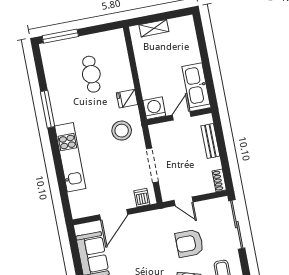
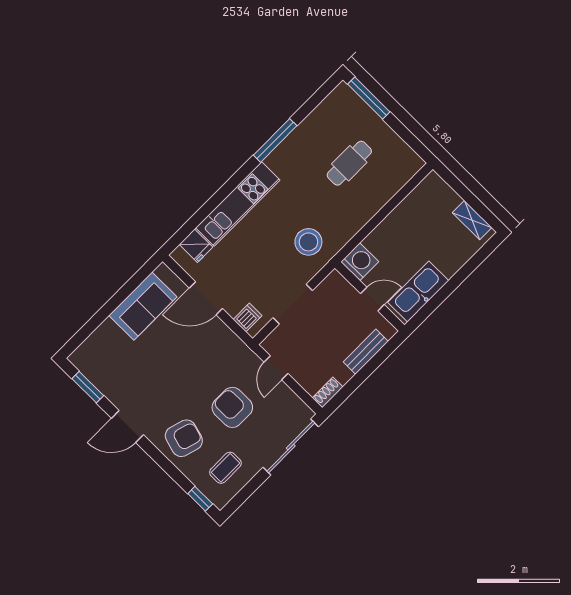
shelving: (154, 28) -> (472, 220), moved
fridge: (127, 99) -> (196, 246), moved, turned 180

